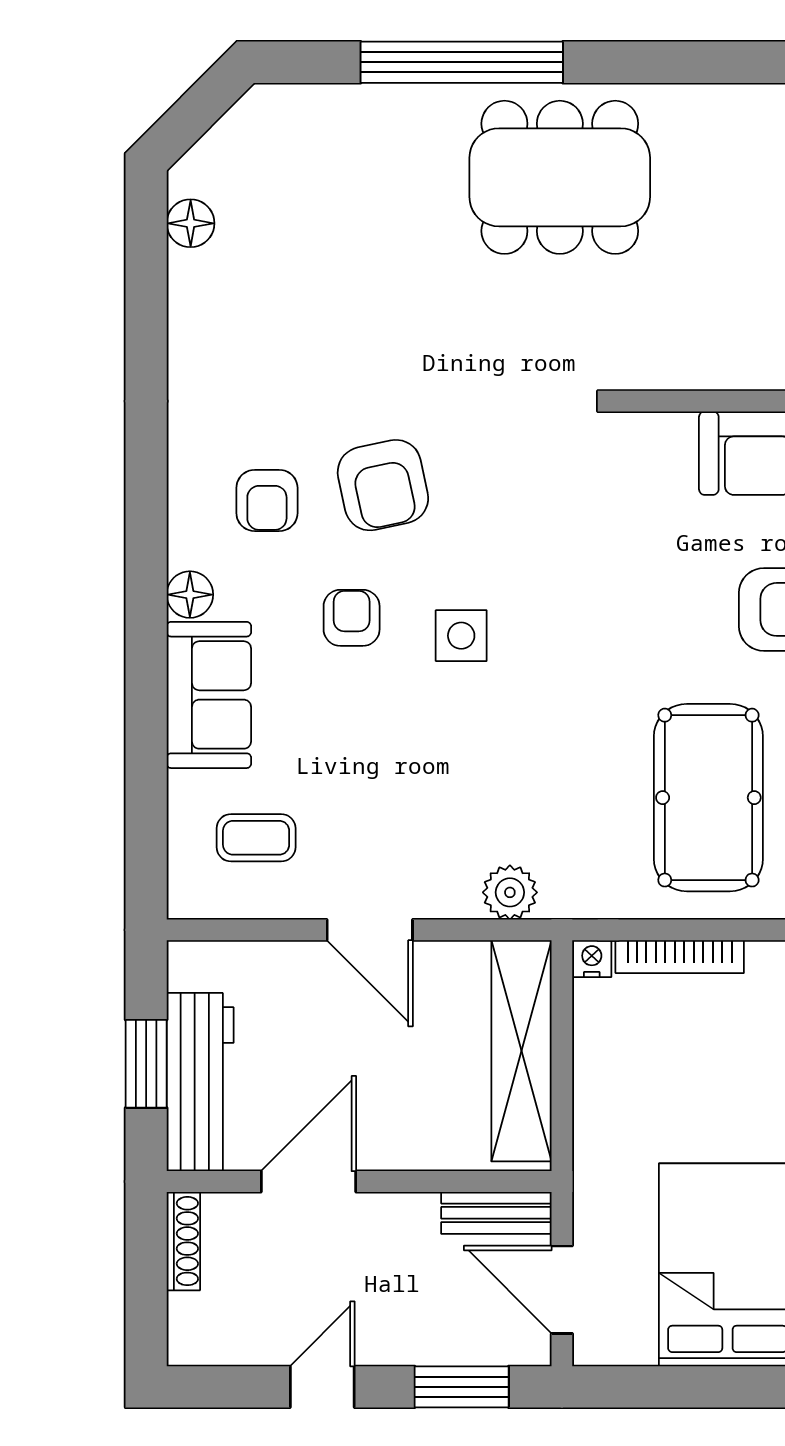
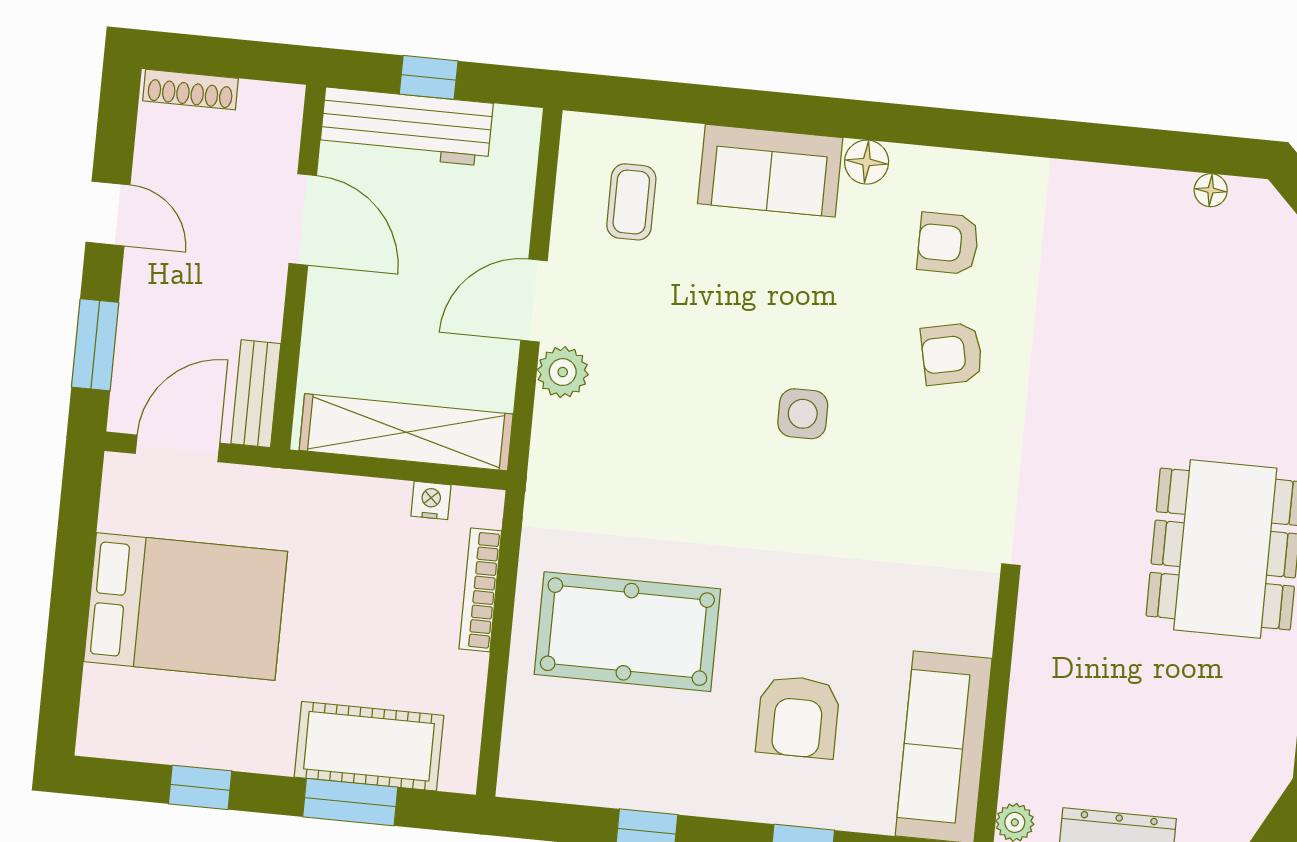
floor lamp: (191, 223) -> (1211, 190), width x0.73, depth x0.73
armchair: (383, 485) -> (952, 354), width x0.72, depth x0.72
armchair: (352, 618) -> (830, 312), removed
plant: (510, 892) -> (563, 372), moved
nightstand: (592, 959) -> (431, 500), moved, turned -90
window: (146, 1064) -> (429, 77), width x0.67
shoe rack: (183, 1241) -> (191, 90), moved

